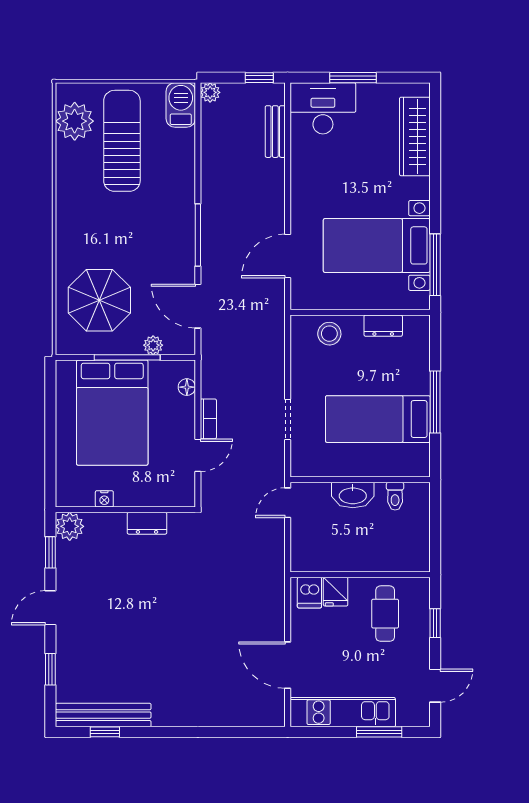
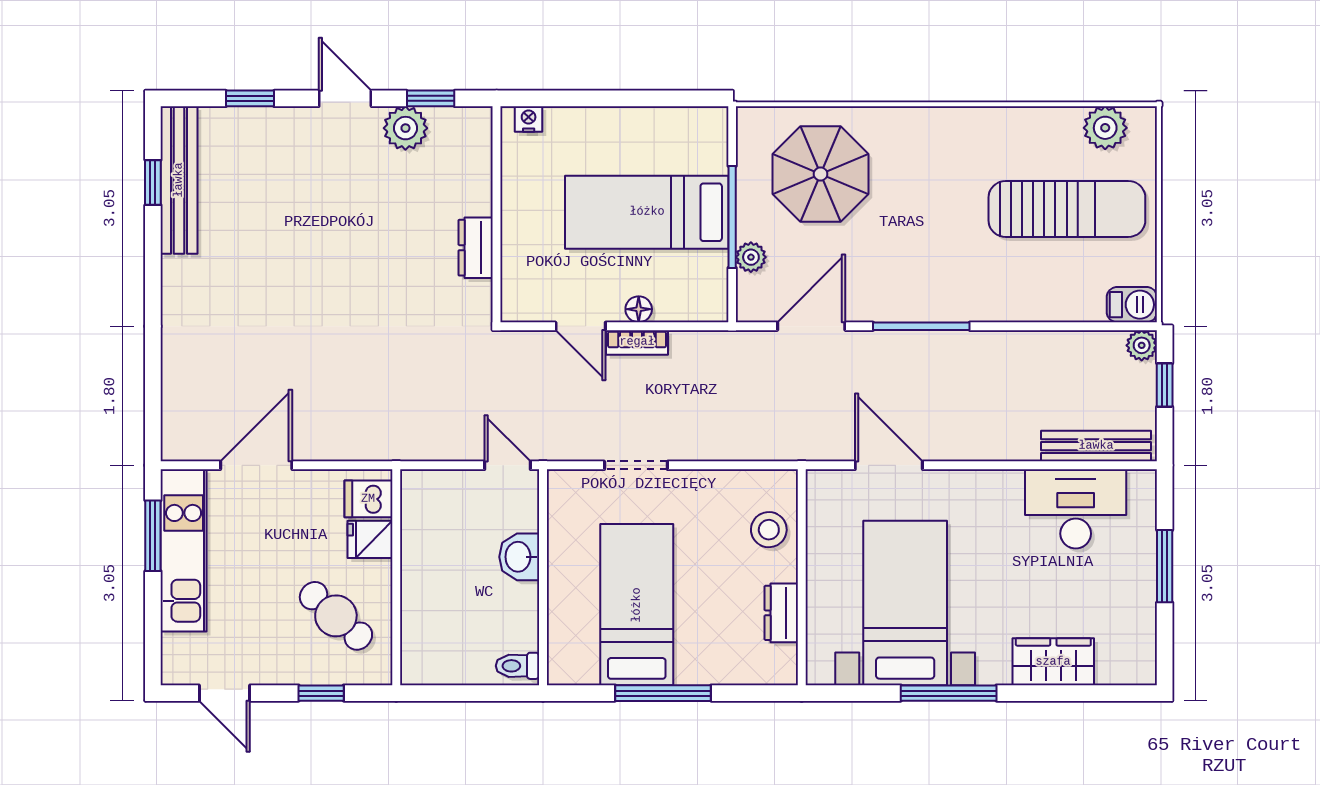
window: (259, 78) -> (1165, 385), moved
barbecue: (181, 105) -> (1132, 305), width x0.73, depth x0.79
desk: (323, 108) -> (1076, 509), moved, turned -90
plant: (75, 121) -> (1105, 128), width x0.73, depth x0.73
bench: (275, 132) -> (1096, 446), width x1.36
wardrobe: (415, 136) -> (1053, 662), width x0.67
window: (435, 265) -> (949, 693), moved
floor lamp: (187, 387) -> (639, 309), moved
bed: (112, 413) -> (647, 212), width x0.67
washbasin: (353, 495) -> (519, 557), width x0.72
toilet: (395, 496) -> (517, 666), moved
nightstand: (104, 499) -> (529, 119), moved, turned 90
plant: (70, 526) -> (405, 128), moved
cafe table: (385, 614) -> (336, 616), turned 42
window: (379, 732) -> (153, 536), moved

